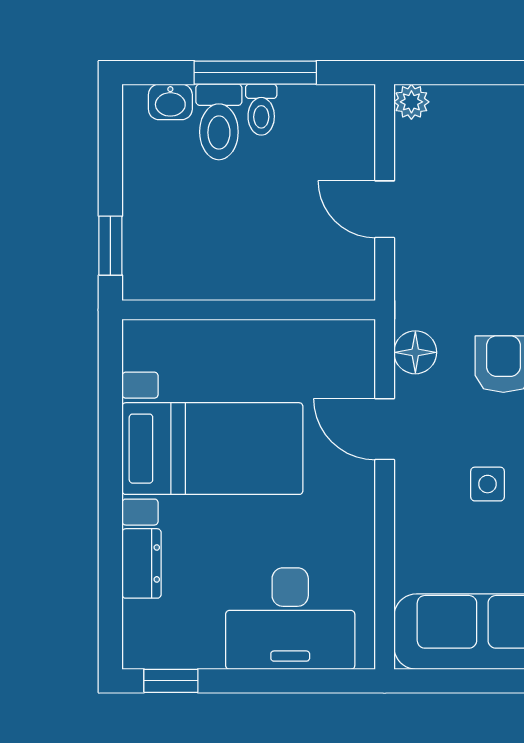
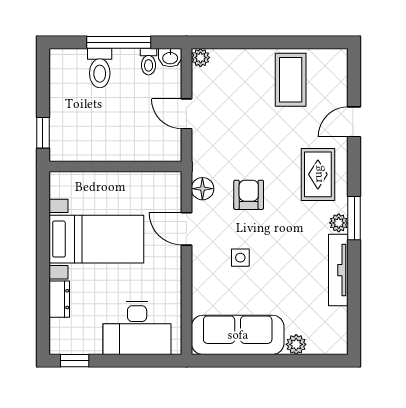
washbasin: (170, 102) -> (170, 58), moved
toilet: (261, 110) -> (149, 62), moved

